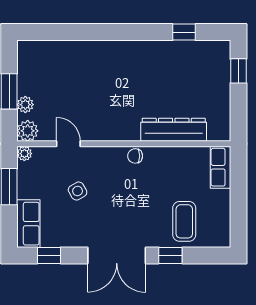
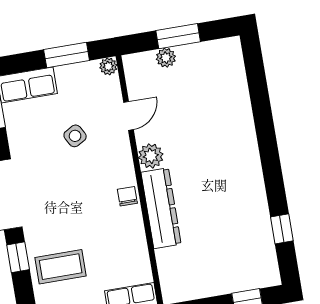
dresser: (174, 130) -> (161, 208), moved
plant: (28, 131) -> (151, 156), moved

